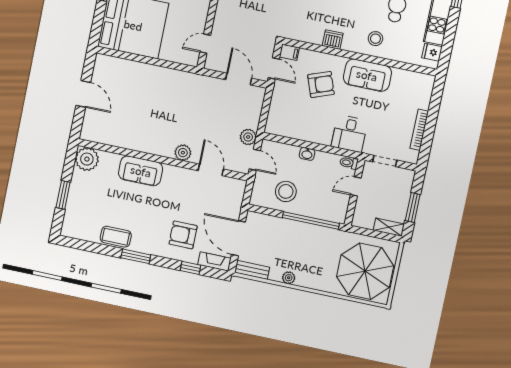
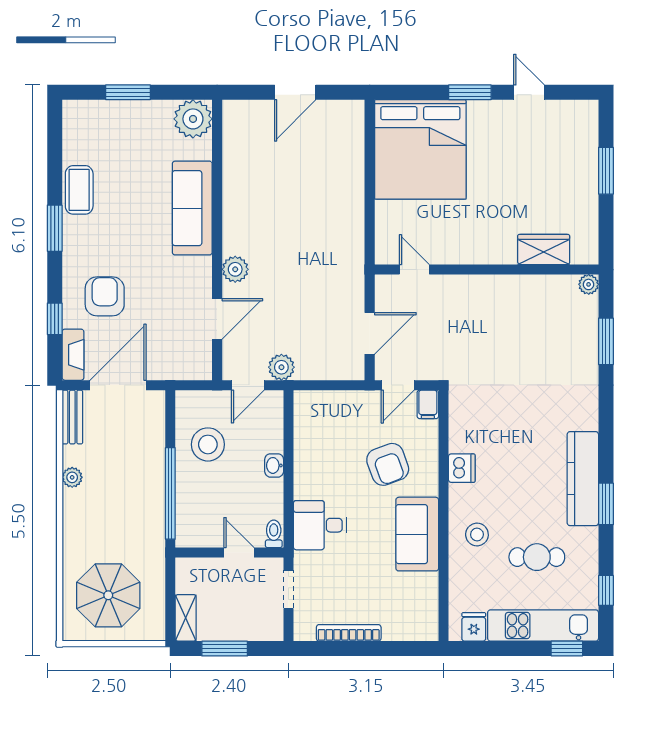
sofa: (141, 171) -> (192, 208), width x1.36
parasol: (365, 271) -> (108, 595), width x0.73, depth x0.73

